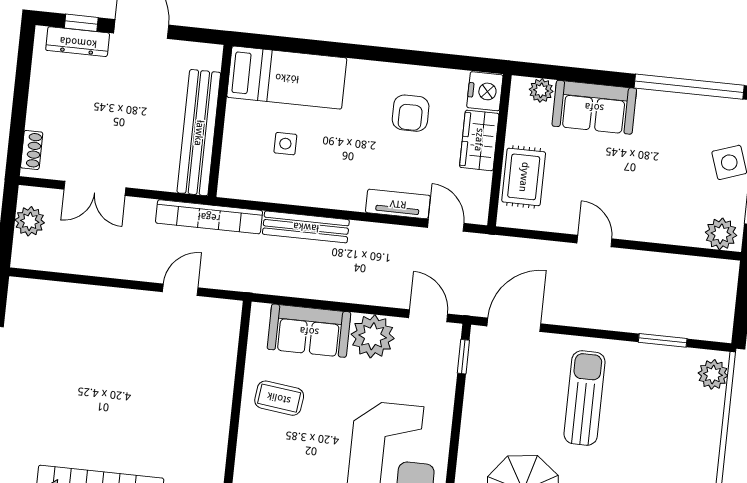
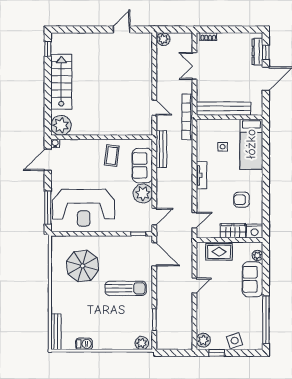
tv unit: (398, 204) -> (202, 175), moved
plant: (30, 221) -> (163, 39), moved
bench: (306, 227) -> (161, 149), moved

